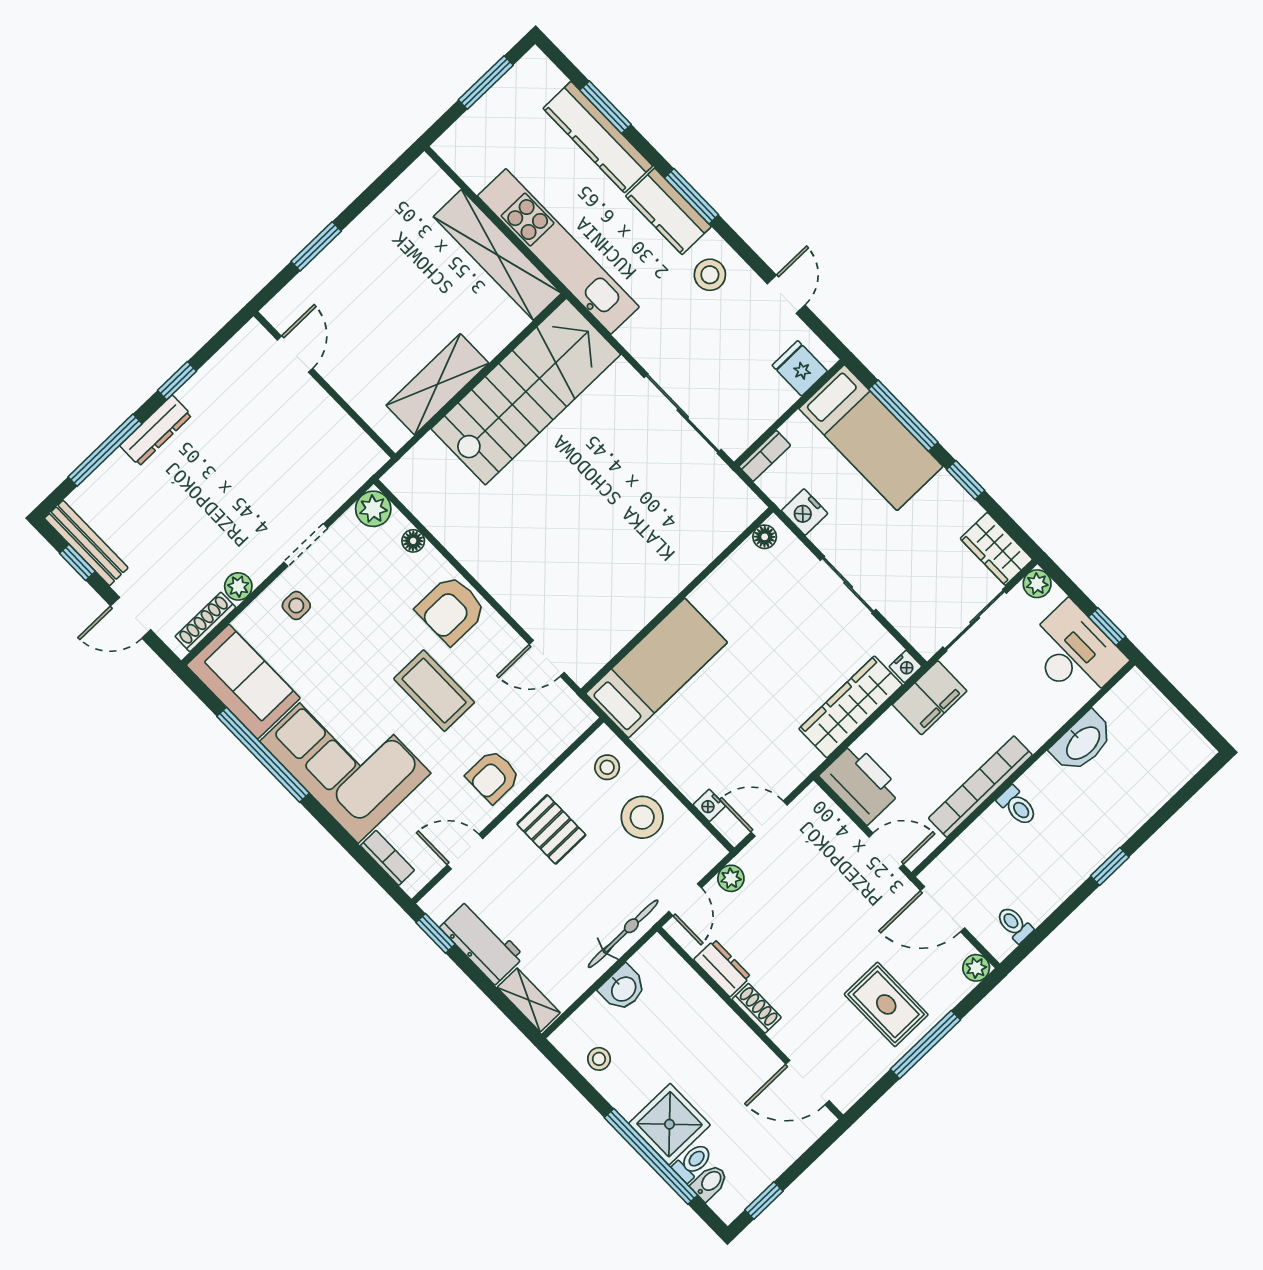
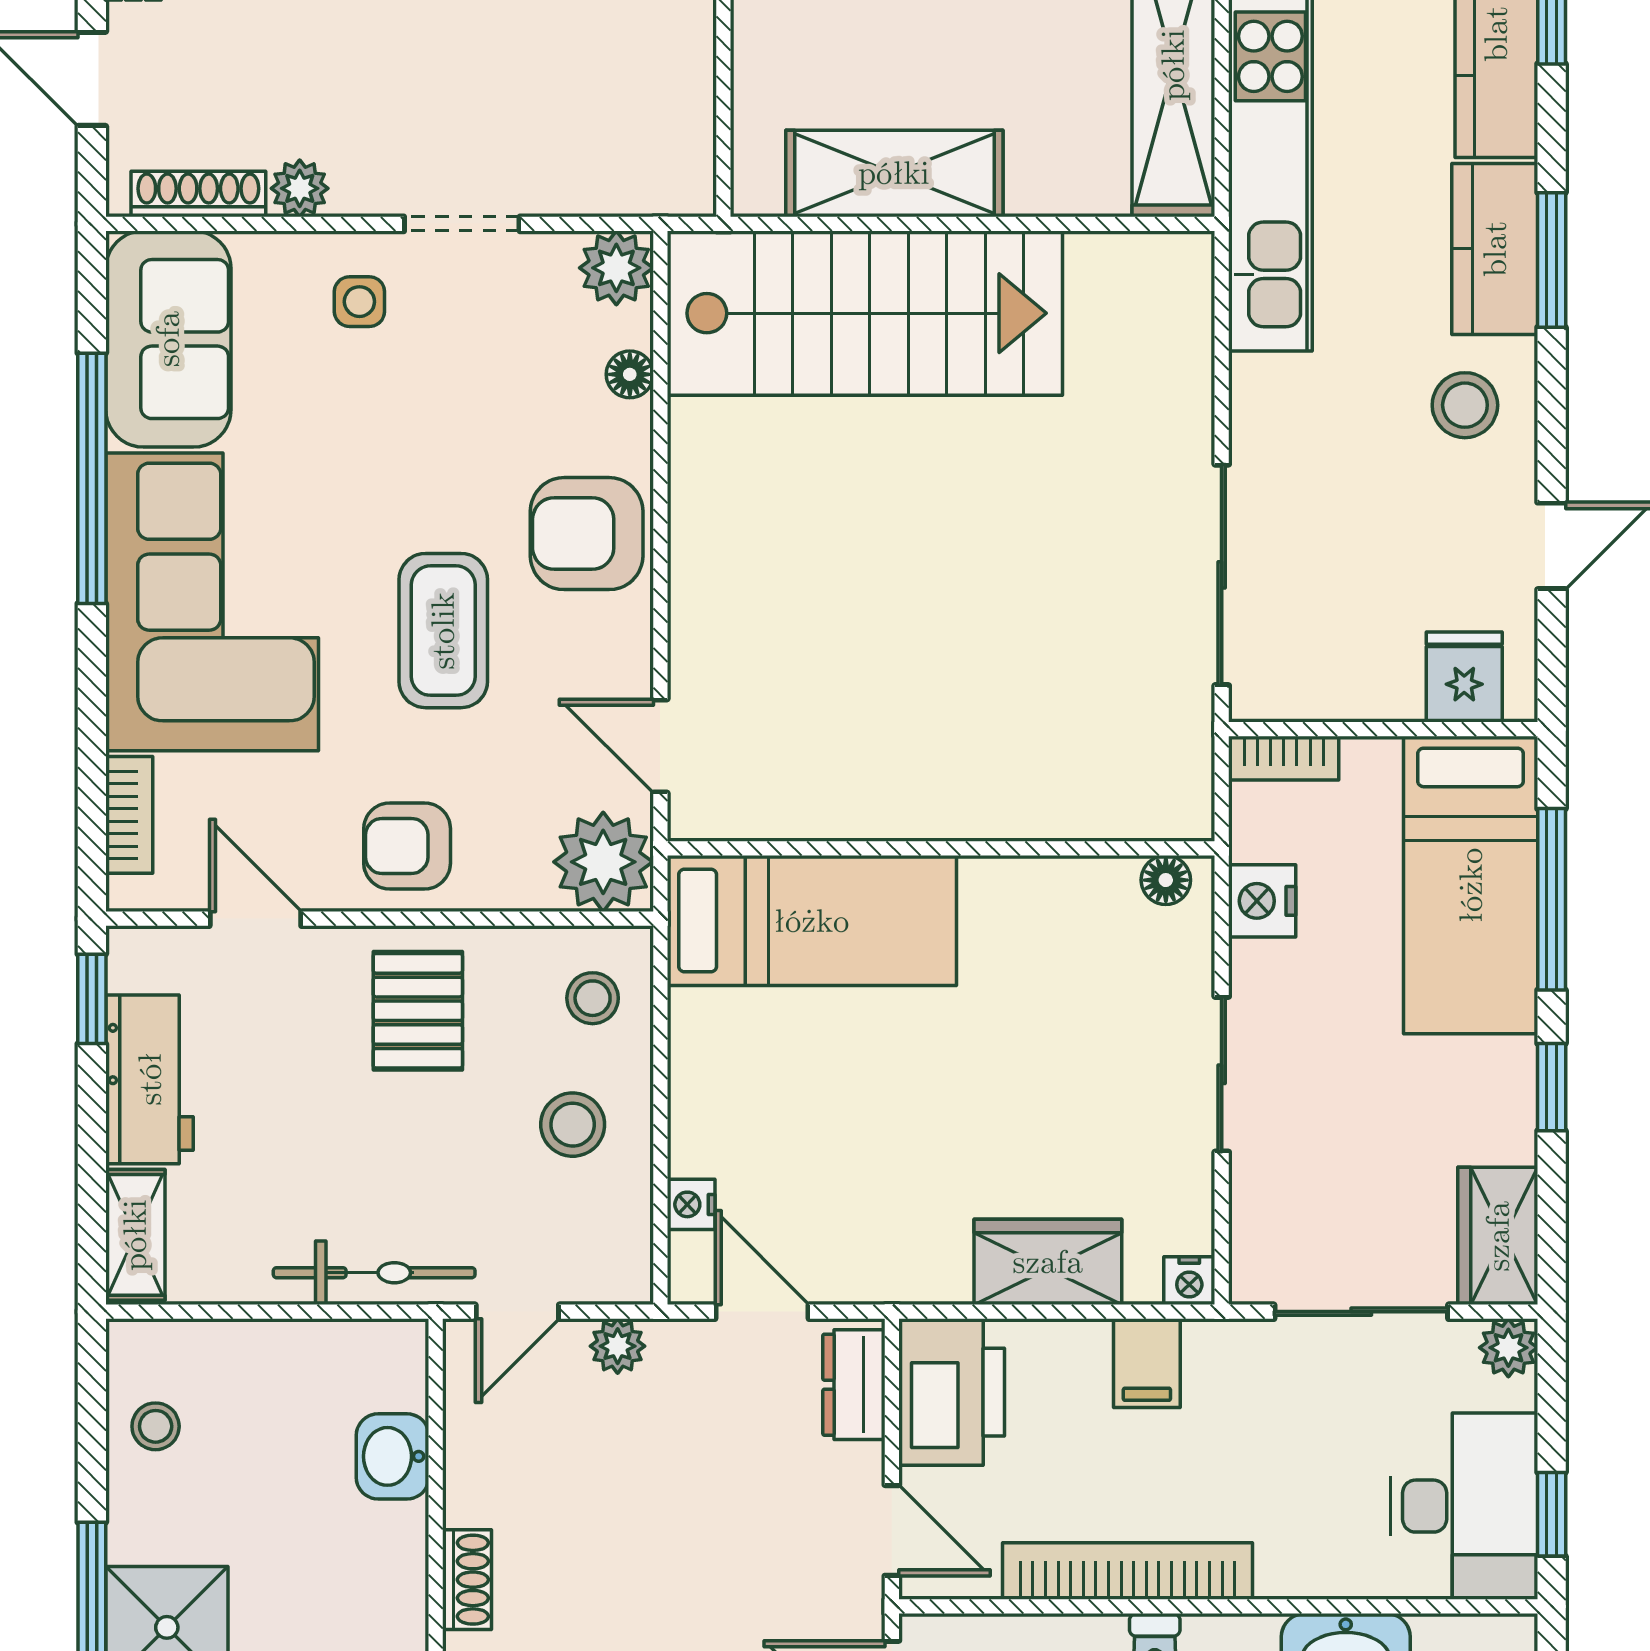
stairs: (526, 392) -> (865, 313), moved
filing cabinet: (930, 698) -> (1147, 1363), width x0.50
wardrobe: (851, 707) -> (1048, 1262), width x0.67
plant: (566, 717) -> (603, 862), added
stool: (642, 817) -> (573, 1125), width x0.73, depth x0.73
dresser: (722, 968) -> (854, 1385), moved, turned 180
washbasin: (623, 988) -> (393, 1456), moved, turned 90

